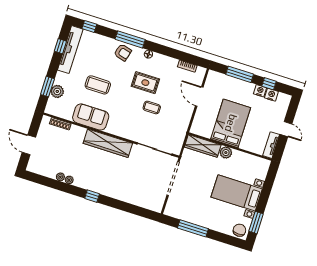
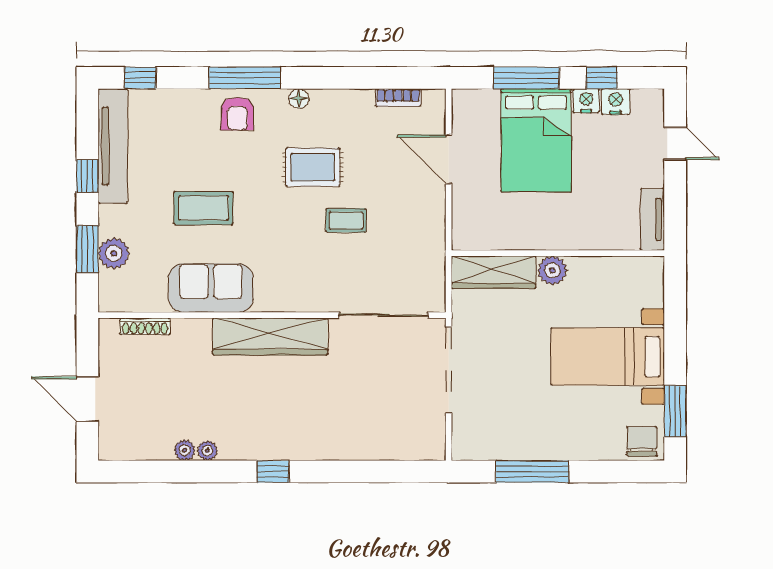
window: (60, 46) -> (87, 176), moved
armchair: (123, 52) -> (237, 114), turned 75
bed: (231, 123) -> (536, 140), moved, turned 180
door: (286, 129) -> (675, 143), moved

